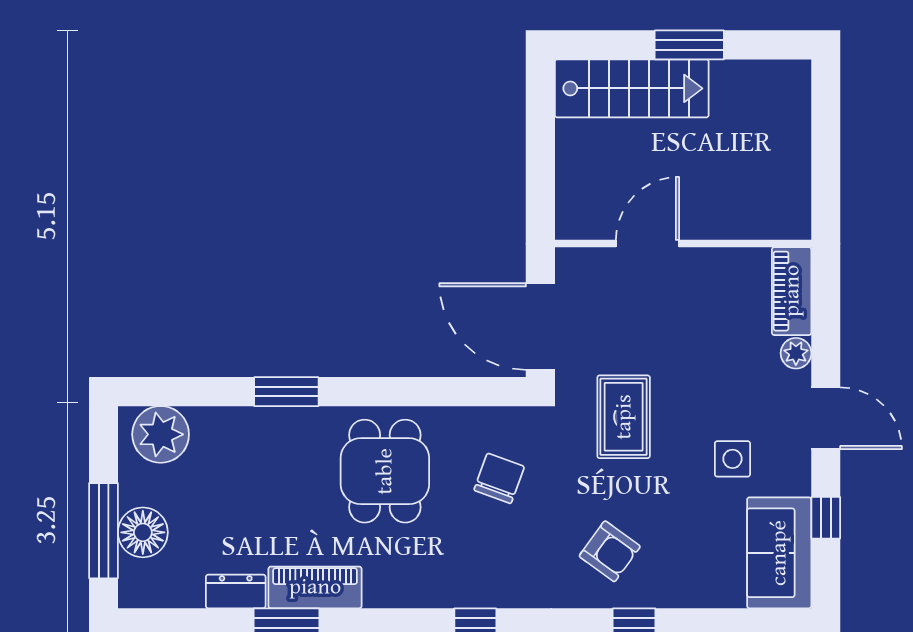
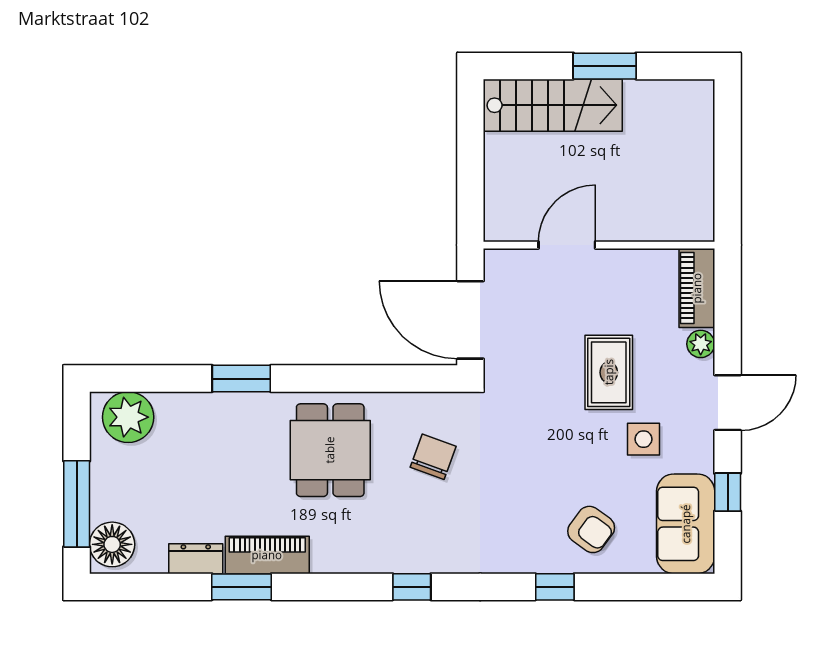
rug: (624, 417) -> (609, 372), moved
door: (826, 418) -> (728, 403), hinge flipped
floor lamp: (143, 532) -> (112, 544), moved
armchair: (610, 551) -> (591, 529), moved

